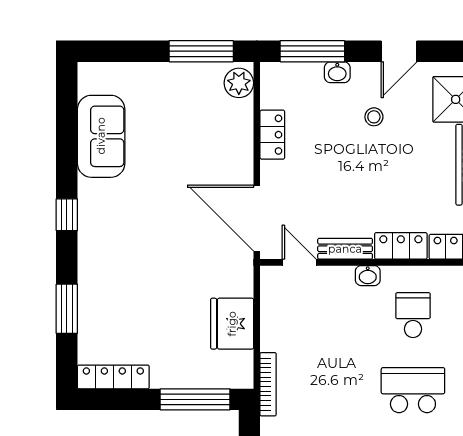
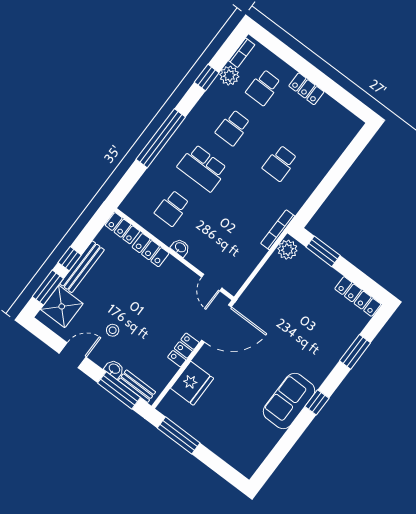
plant: (239, 83) -> (287, 250), moved
locker: (272, 135) -> (183, 350), moved
sofa: (101, 136) -> (289, 401), moved
door: (257, 218) -> (216, 323), hinge flipped
bench: (345, 249) -> (137, 386), moved
fridge: (232, 324) -> (192, 383), moved
window: (195, 399) -> (323, 251), width x0.69

